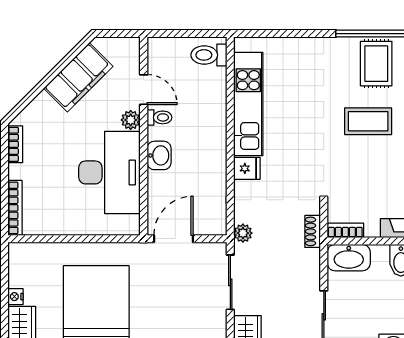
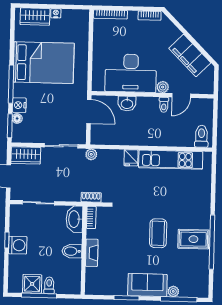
washbasin: (159, 155) -> (127, 104), moved

